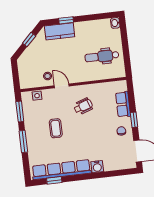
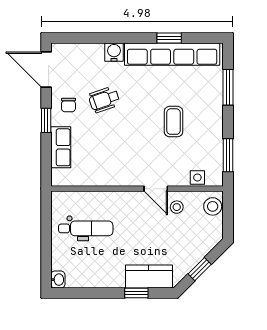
stool: (26, 79) -> (213, 206), added
wheelchair: (83, 106) -> (104, 100), moved
window: (23, 141) -> (228, 87), moved
window: (54, 180) -> (169, 38), moved

